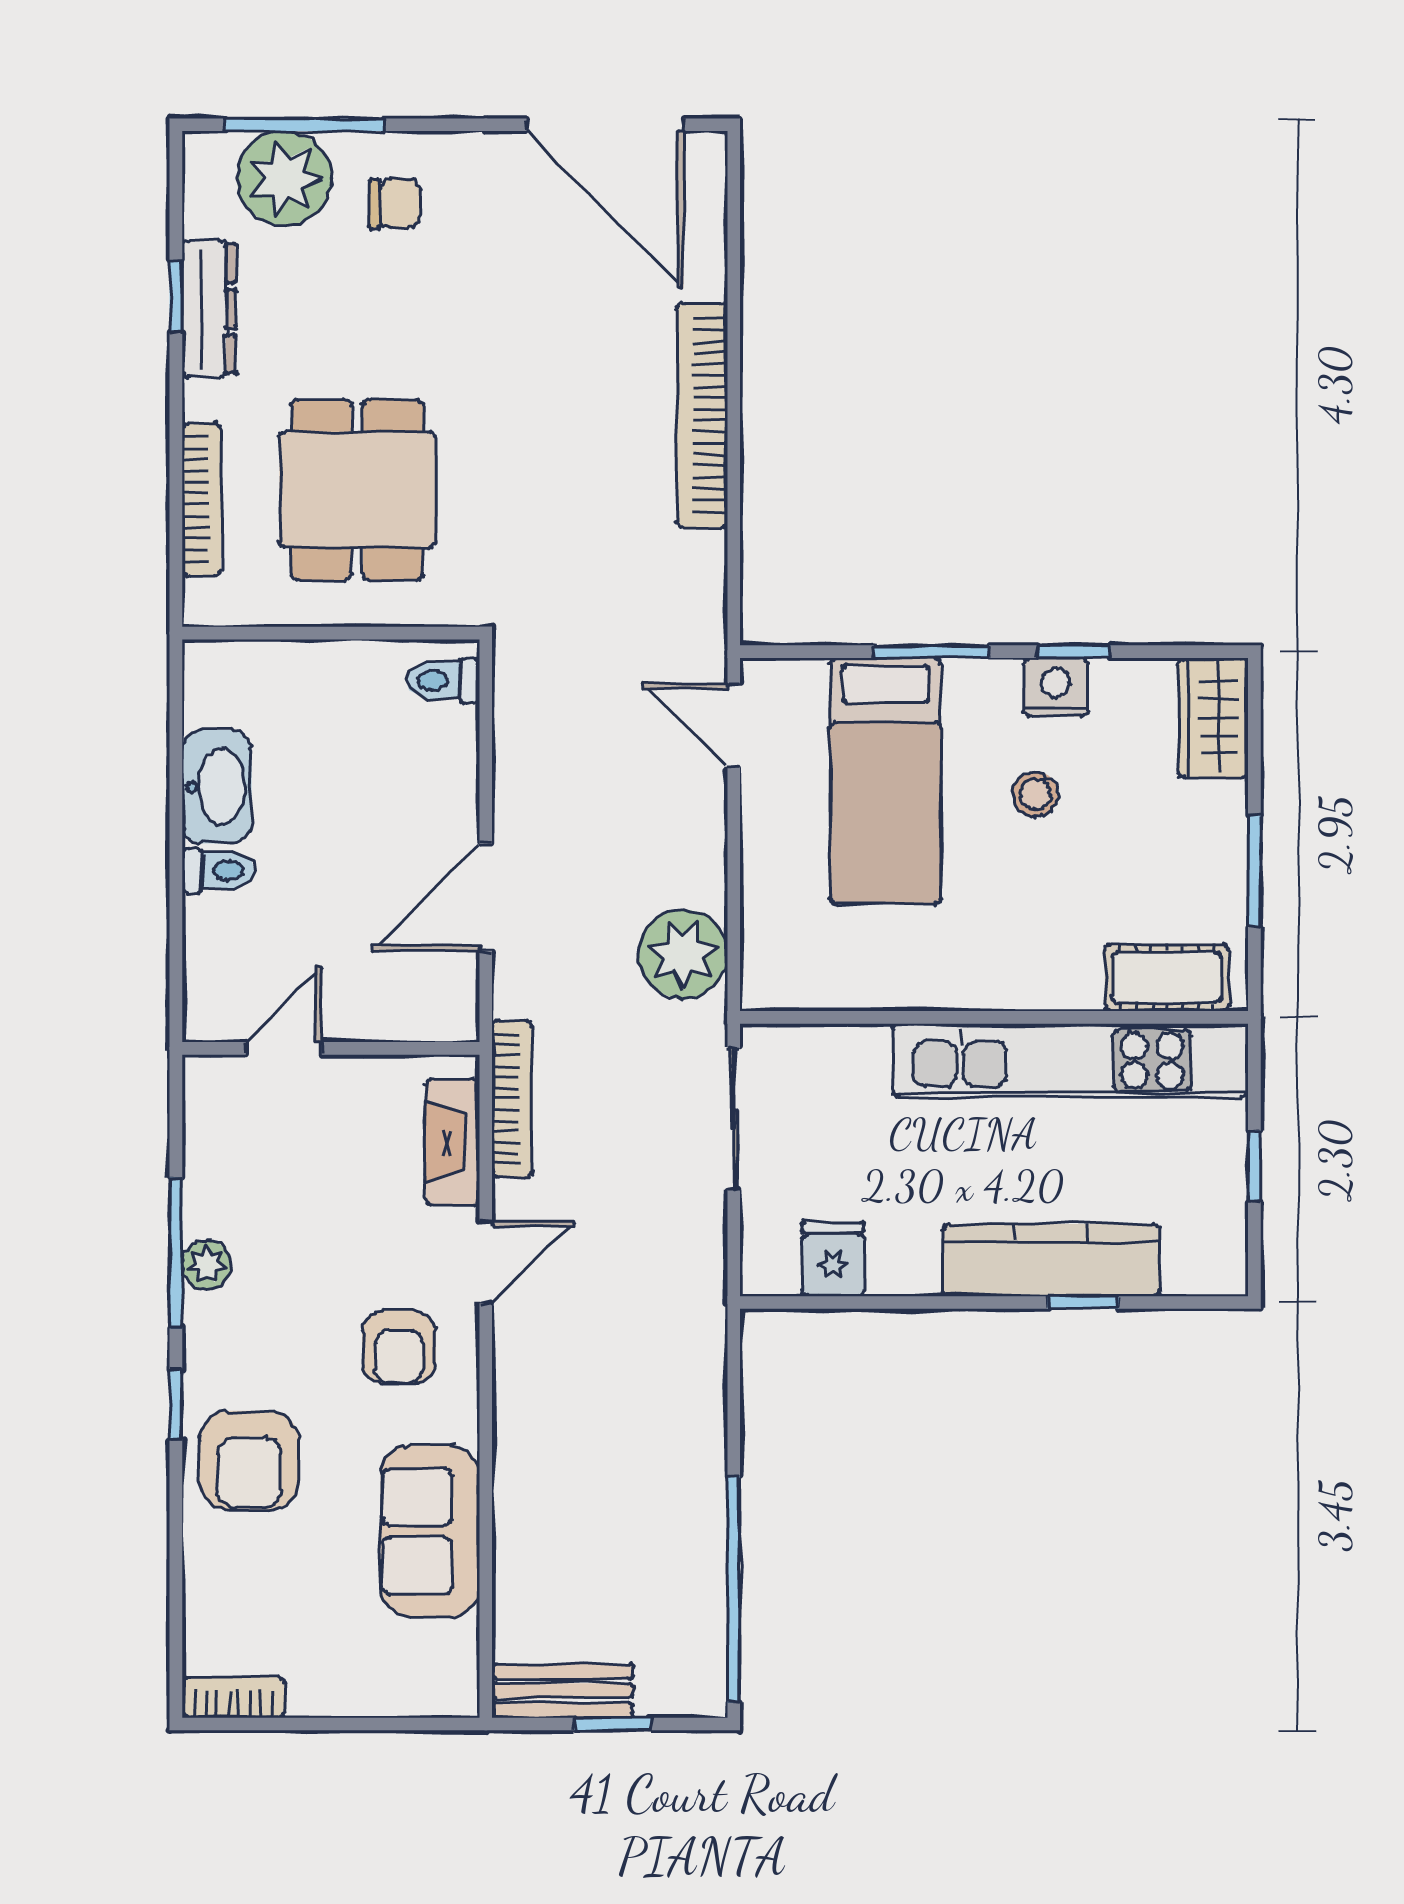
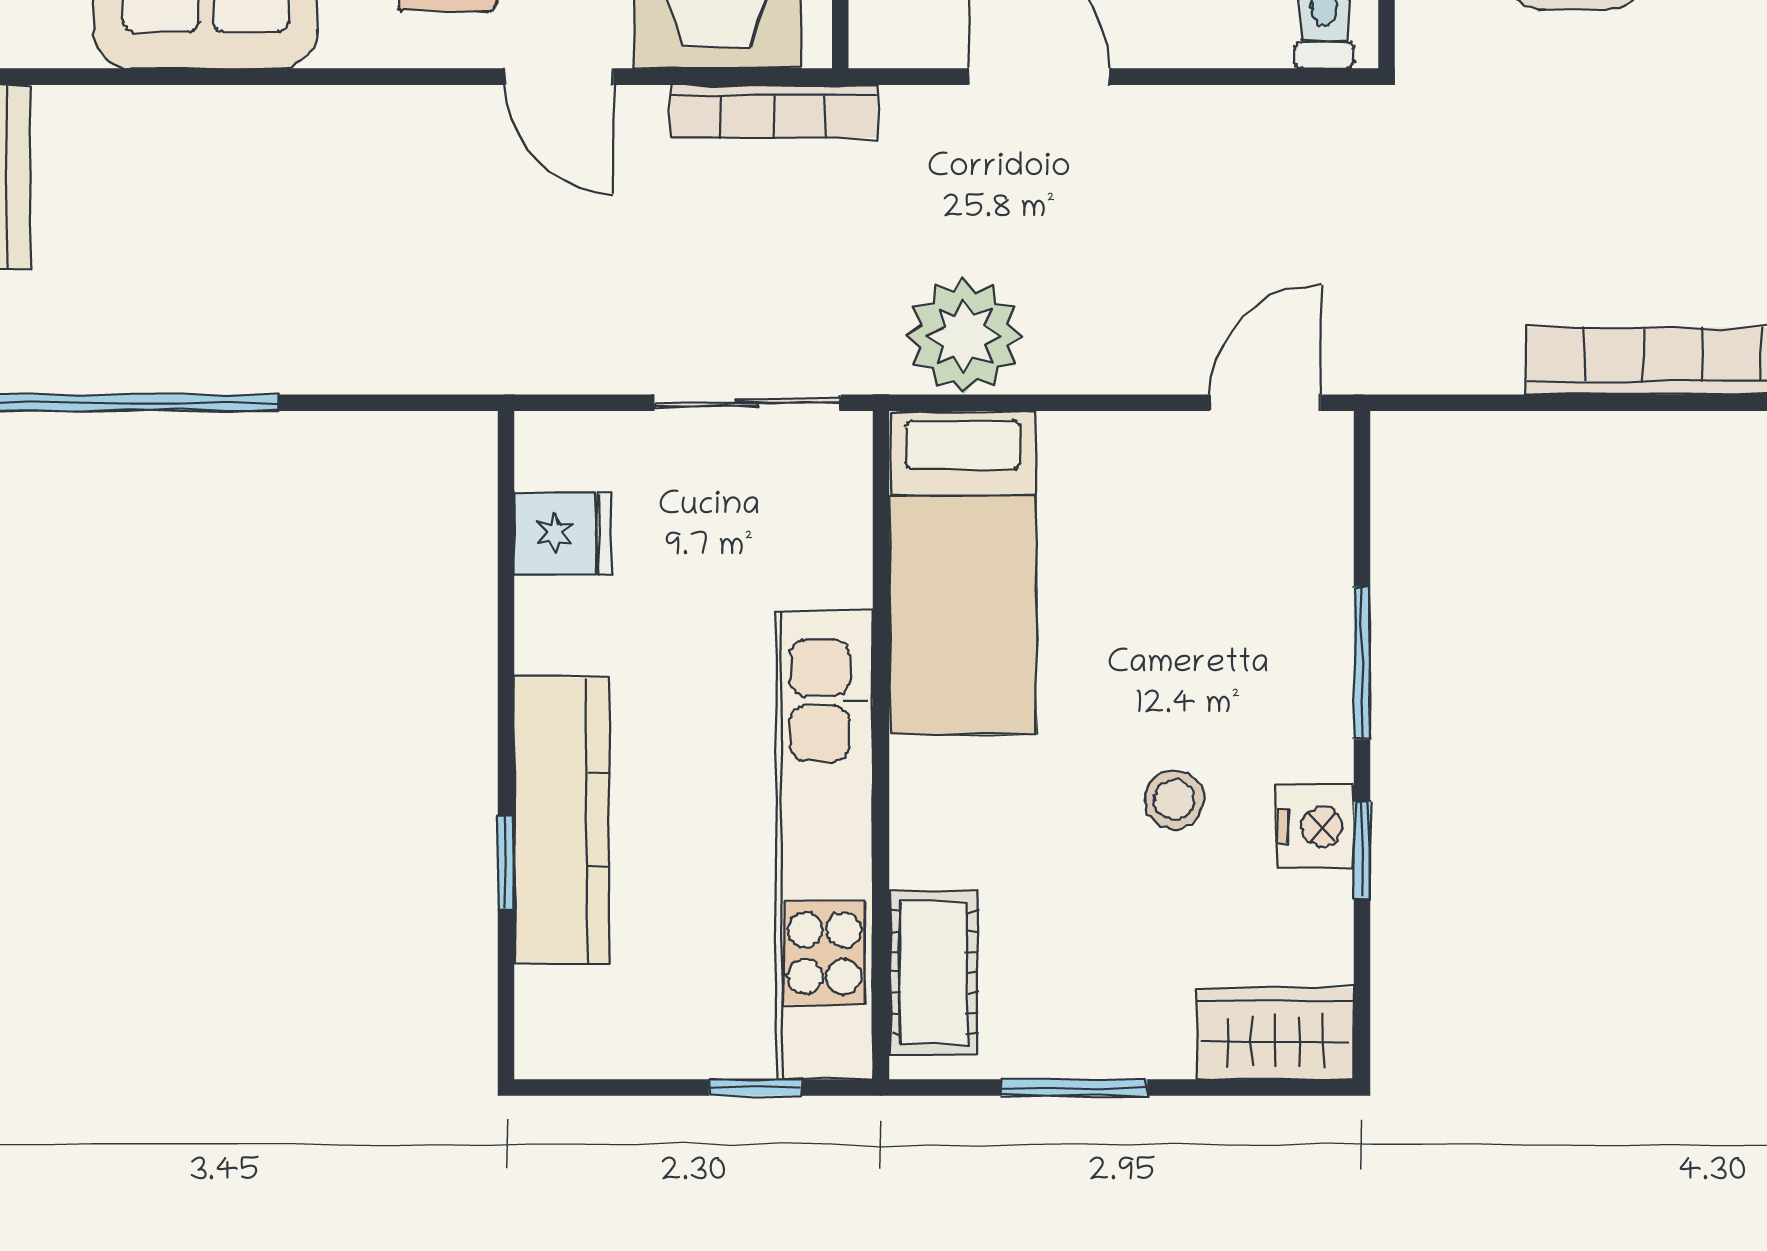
bed: (886, 781) -> (963, 573), moved, turned -90
window: (1254, 1166) -> (755, 1088), moved

